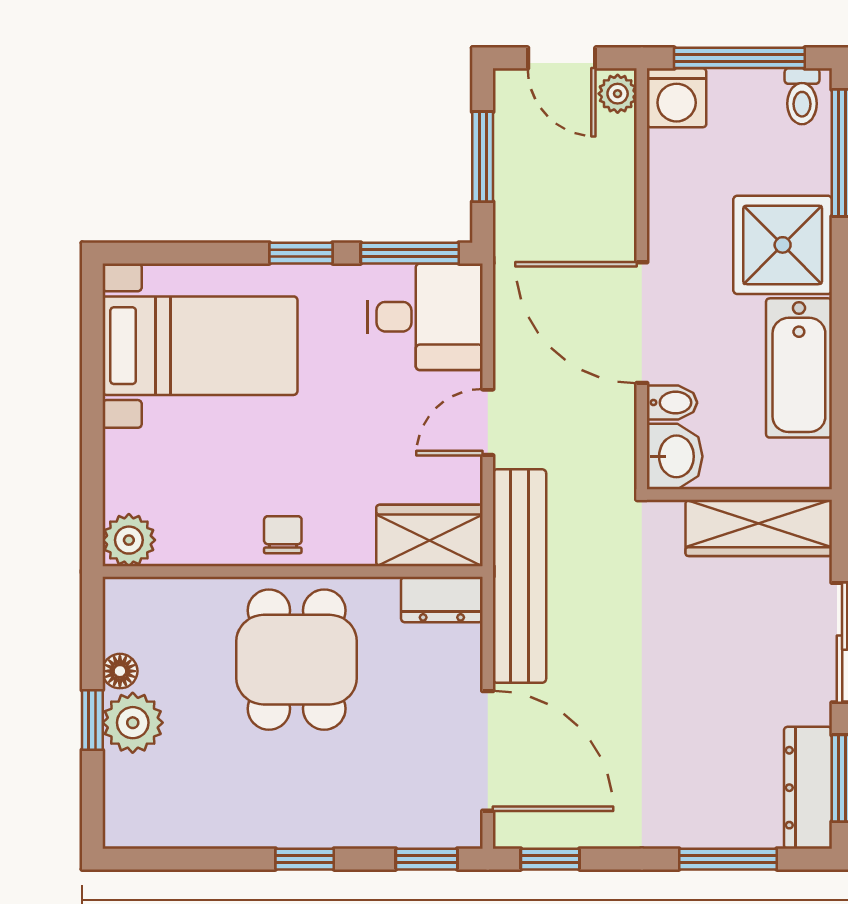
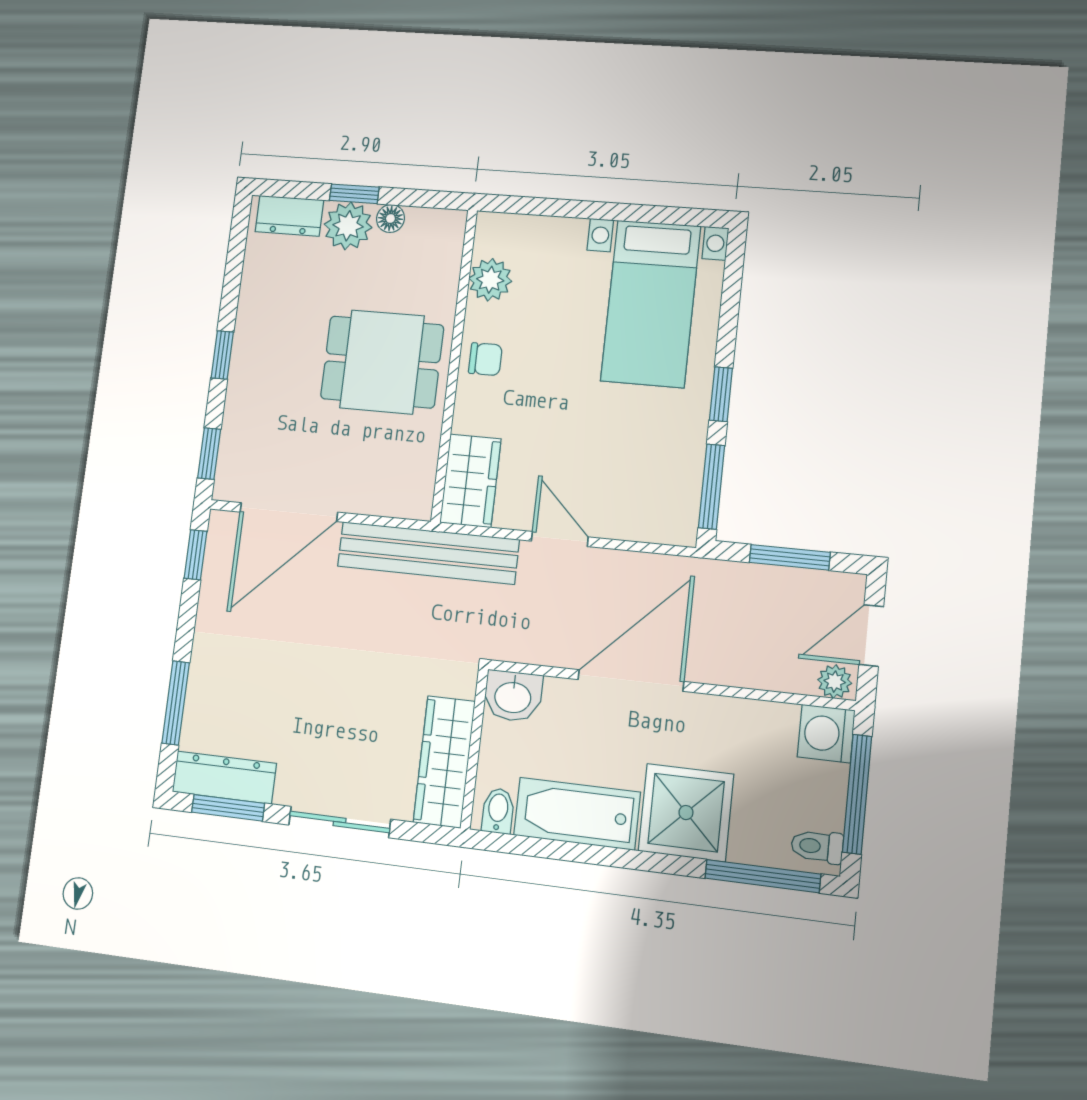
desk: (425, 317) -> (655, 494), removed
bidet: (672, 403) -> (498, 811), moved, turned 180
plant: (129, 540) -> (490, 280), moved
dresser: (442, 600) -> (289, 216), moved, turned -90

